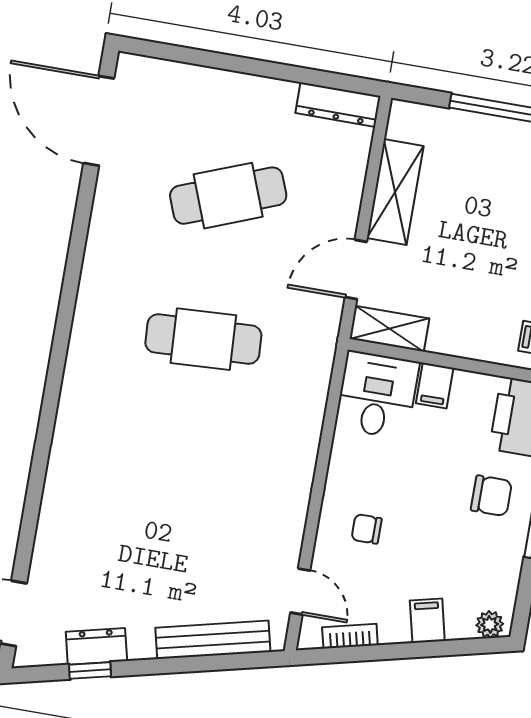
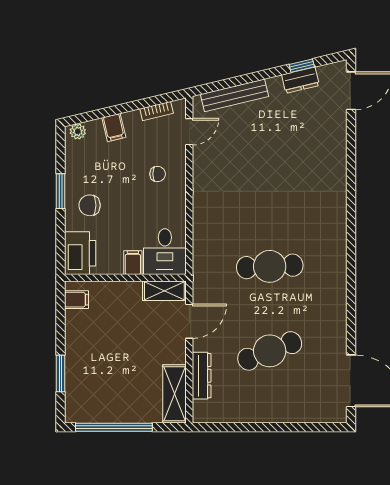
dresser: (338, 105) -> (202, 376), moved, turned 90
shelving: (395, 192) -> (175, 394), moved
door: (300, 592) -> (189, 132), swing flipped

